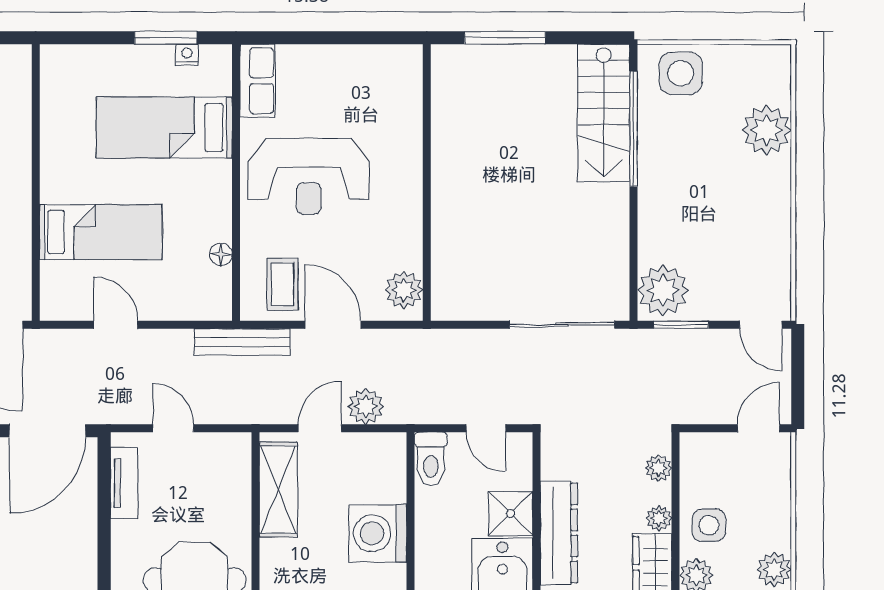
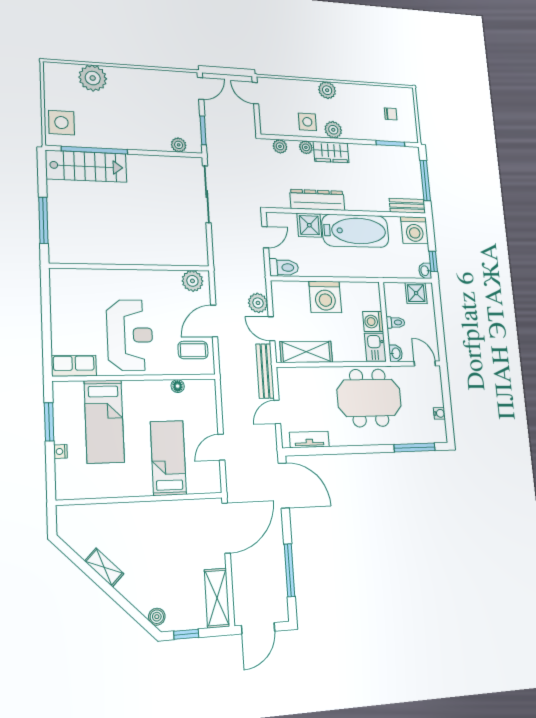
nightstand: (187, 55) -> (60, 451), moved
plant: (663, 290) -> (179, 145), width x0.53, depth x0.53
bench: (242, 342) -> (265, 371), moved

